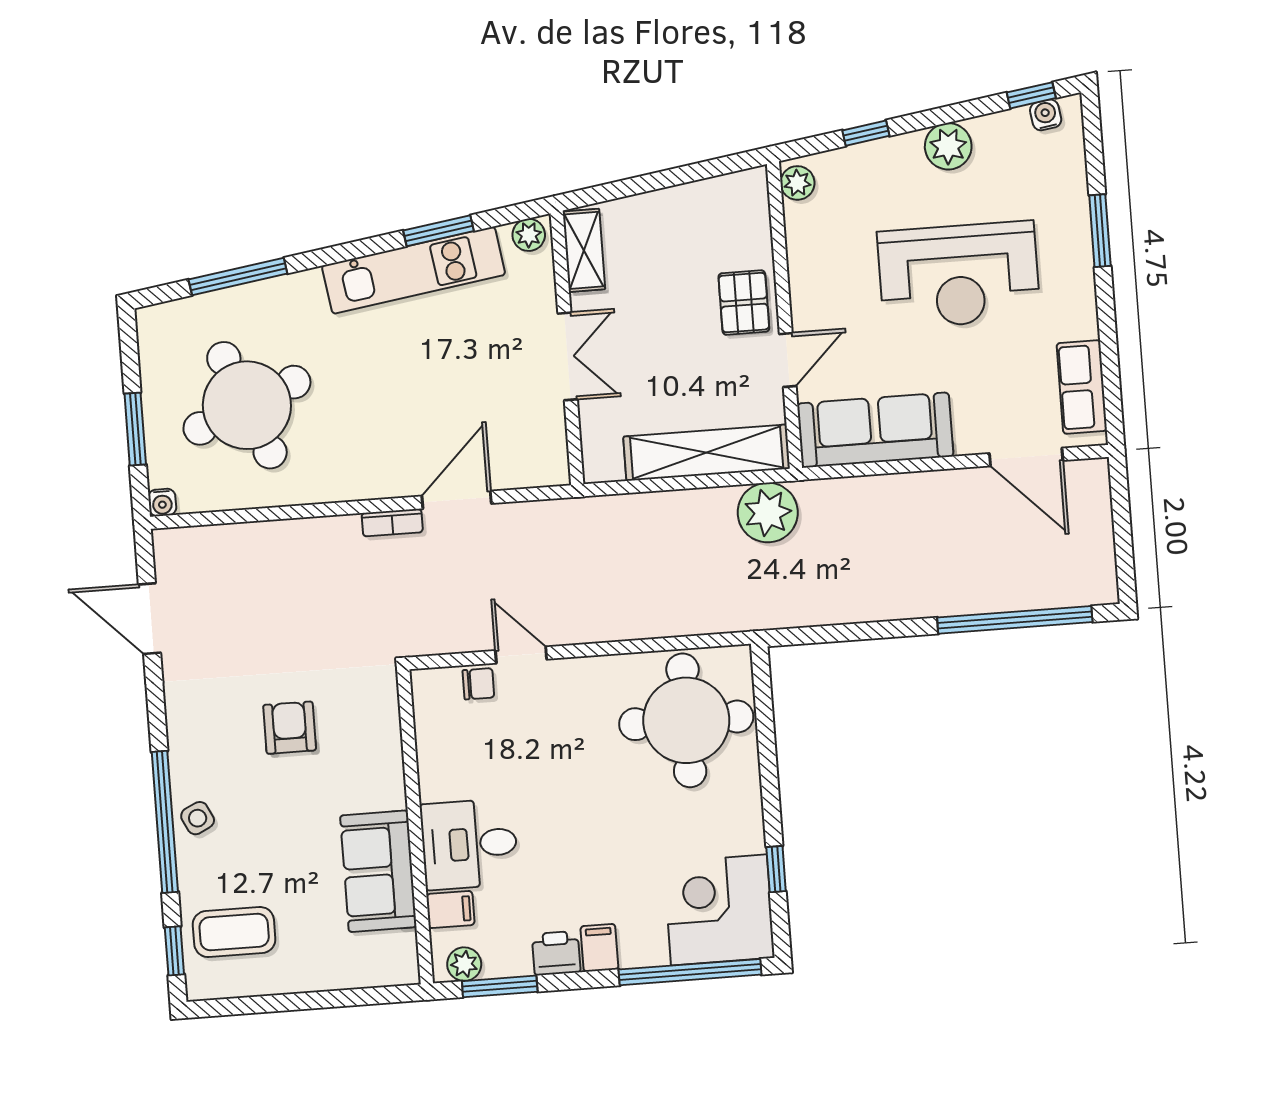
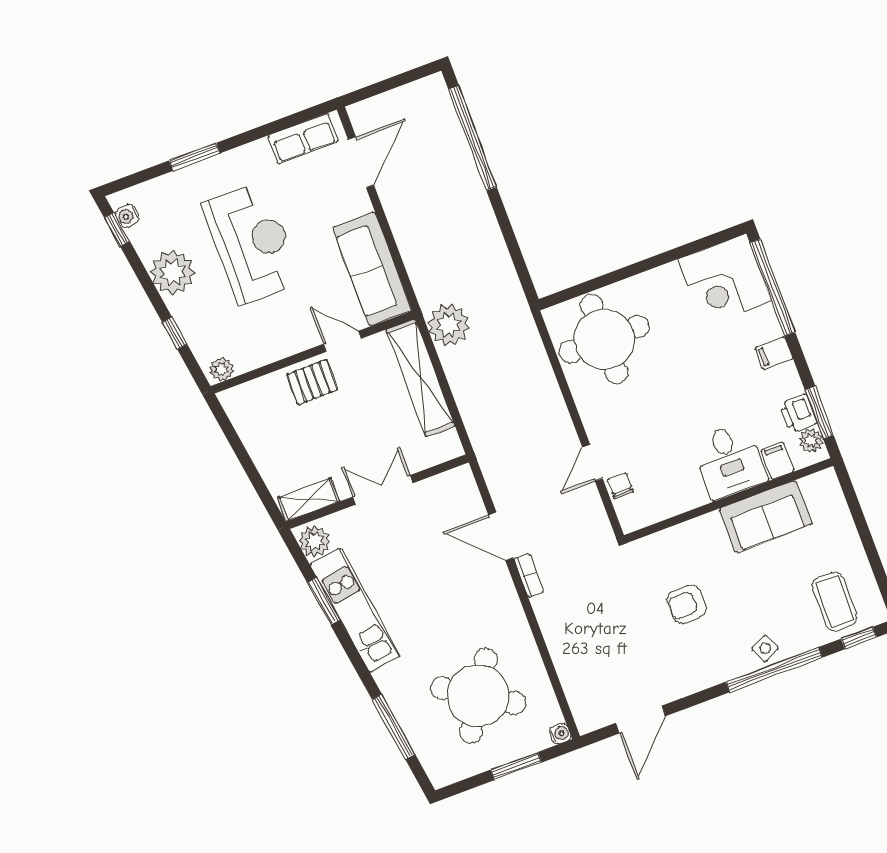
plant: (948, 146) -> (173, 272), width x1.36, depth x1.36
plant: (529, 235) -> (315, 541), width x1.38, depth x1.38
round table: (247, 405) -> (478, 696), turned -36
window: (776, 869) -> (687, 250), removed
printer: (556, 953) -> (798, 413), moved

